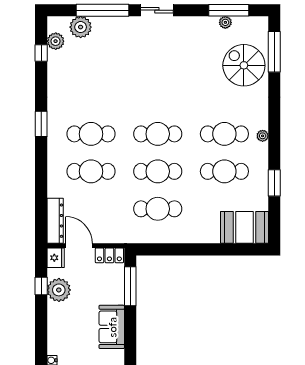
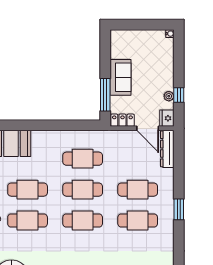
window: (41, 124) -> (179, 209), moved
plant: (59, 290) -> (169, 96), width x0.53, depth x0.53
sofa: (112, 327) -> (121, 77), moved

